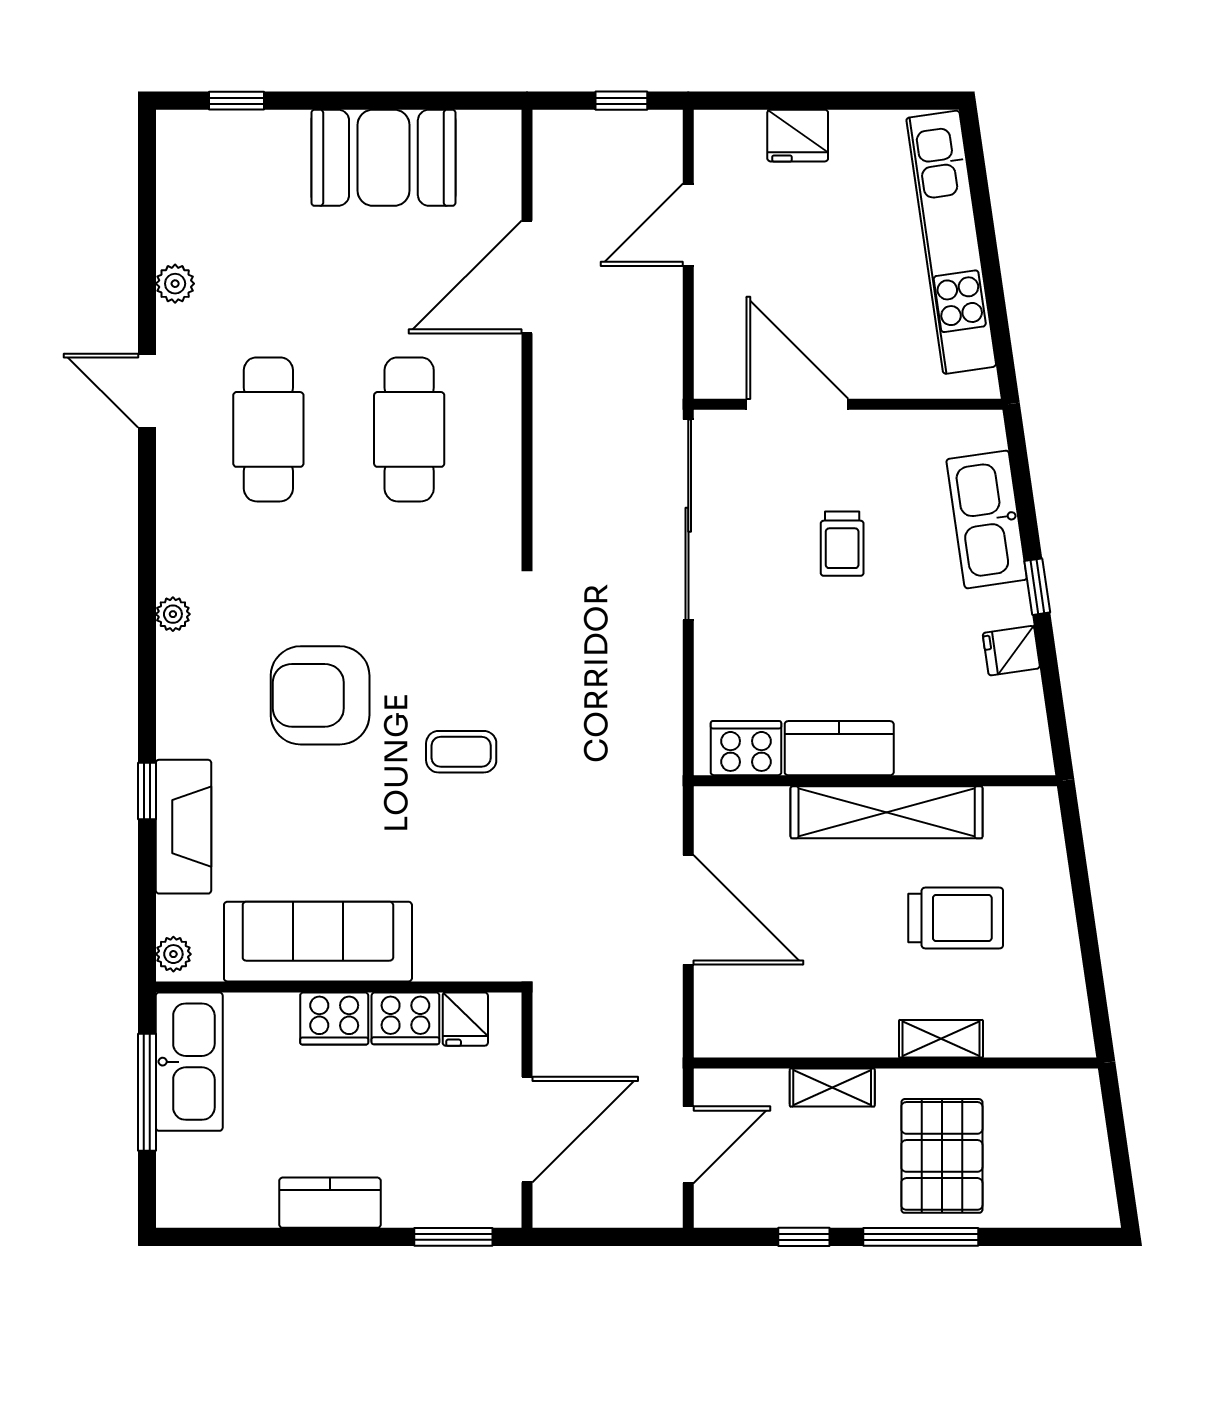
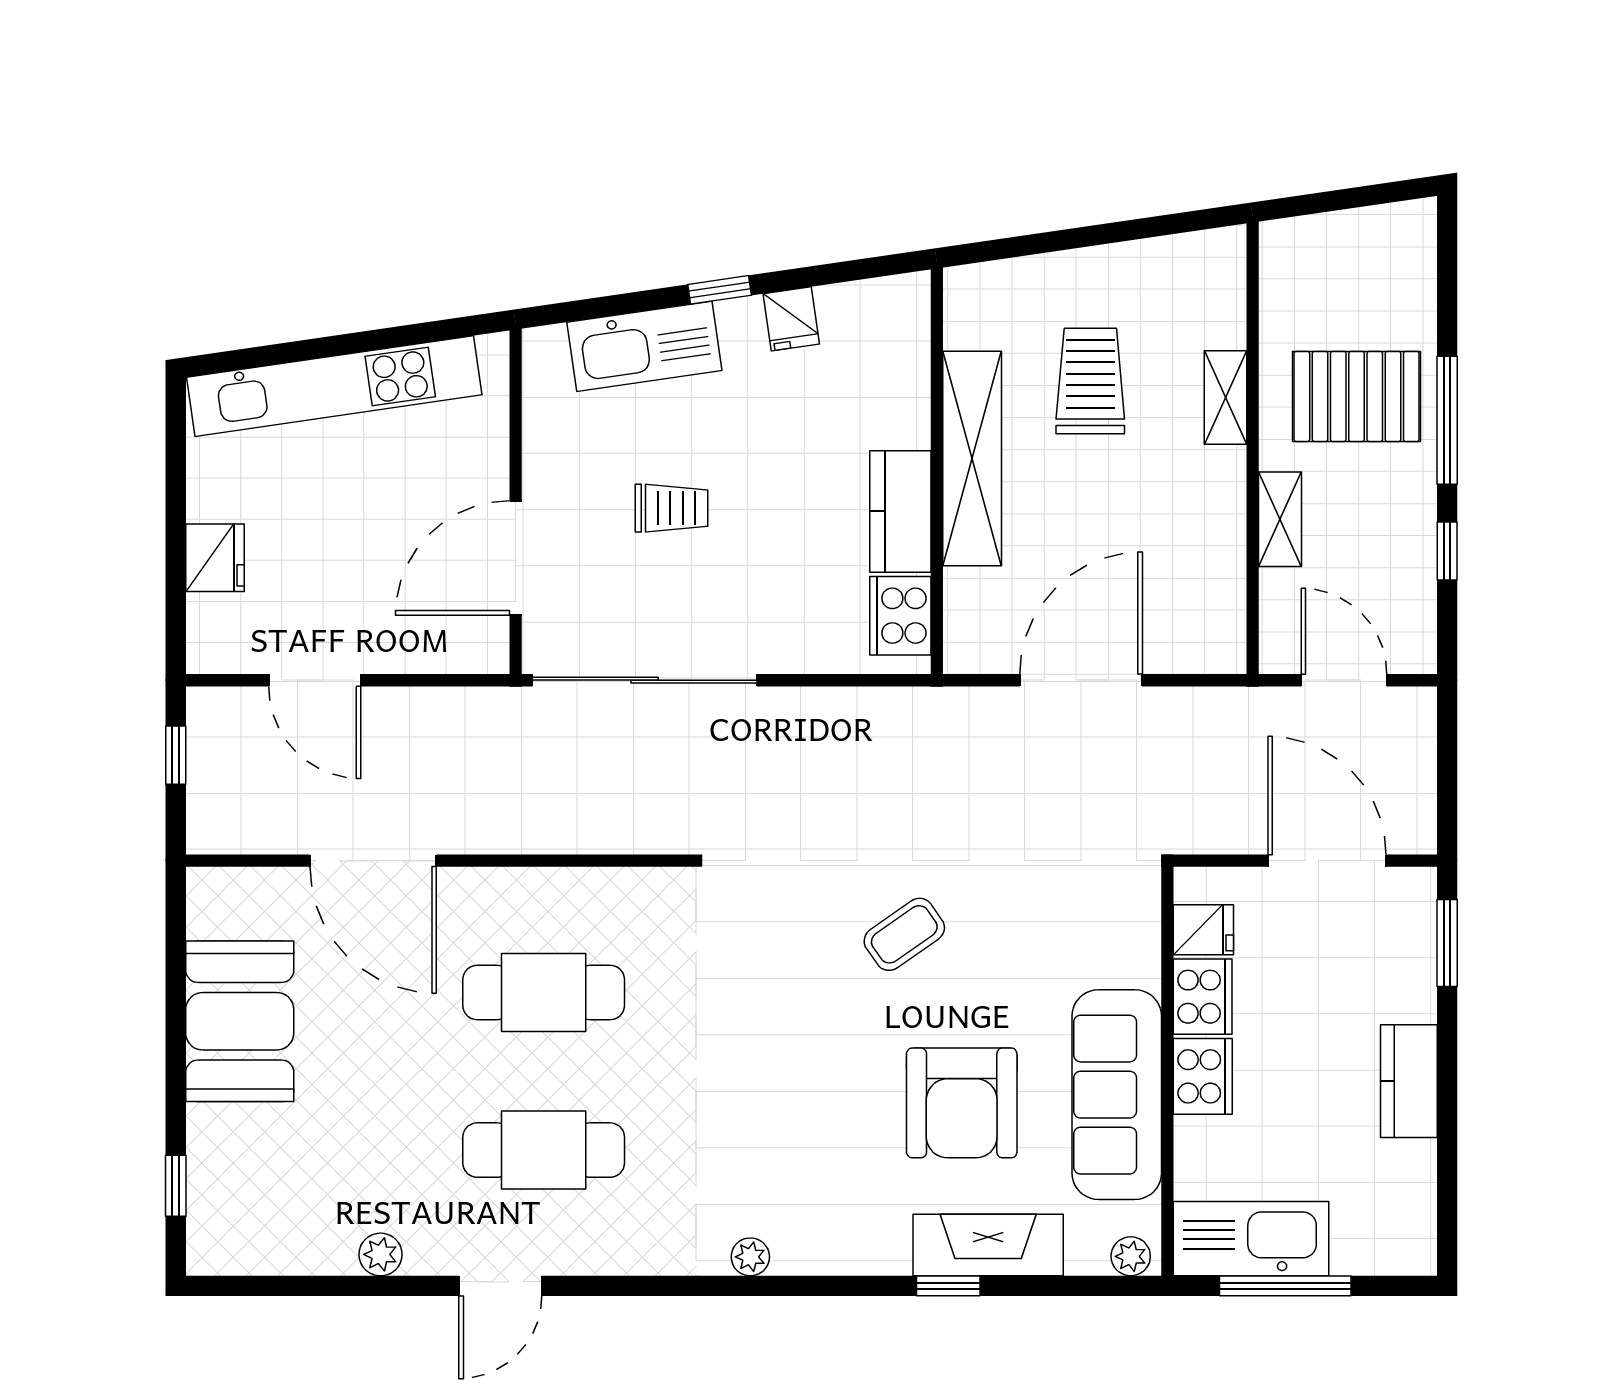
armchair: (320, 695) -> (962, 1103), moved
coffee table: (461, 752) -> (904, 934), turned 55

